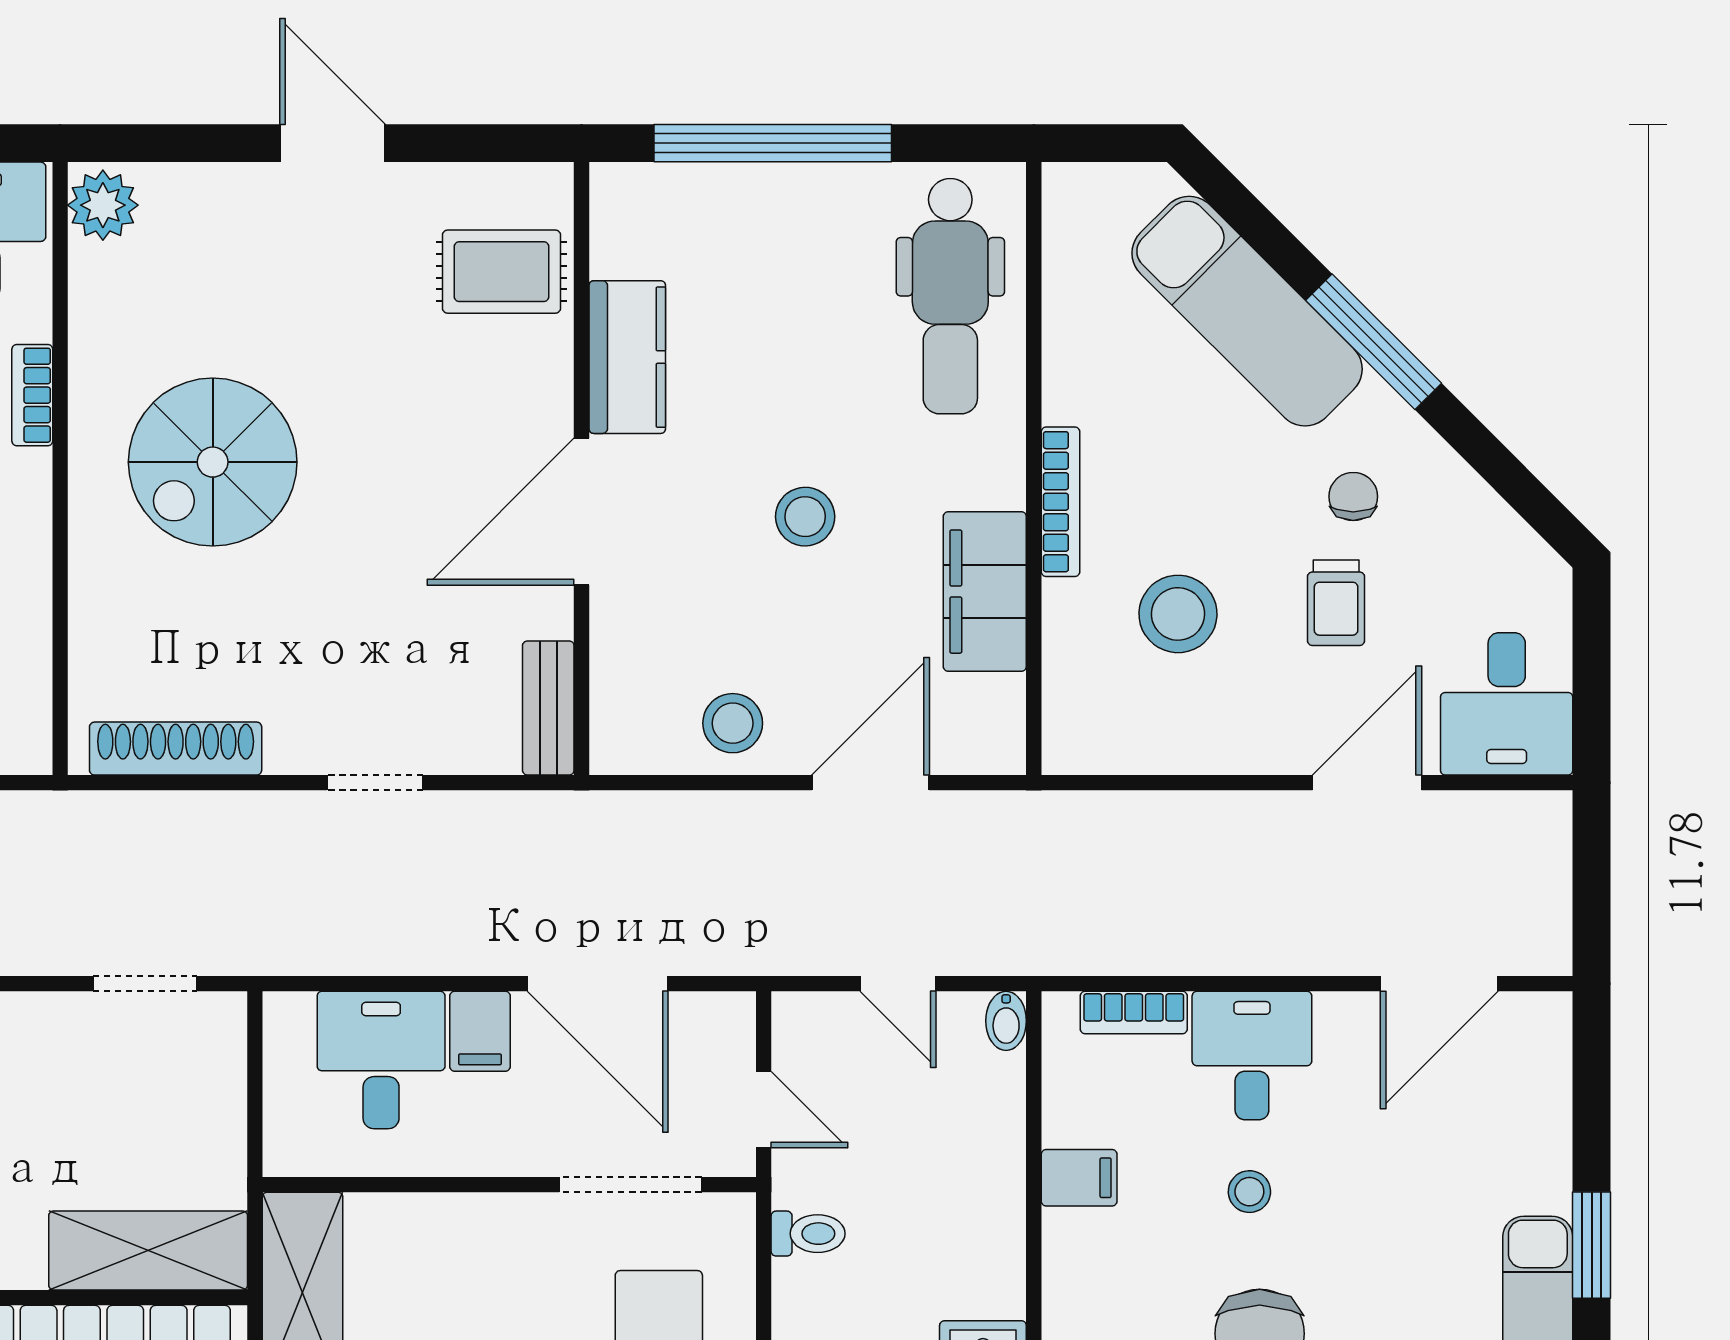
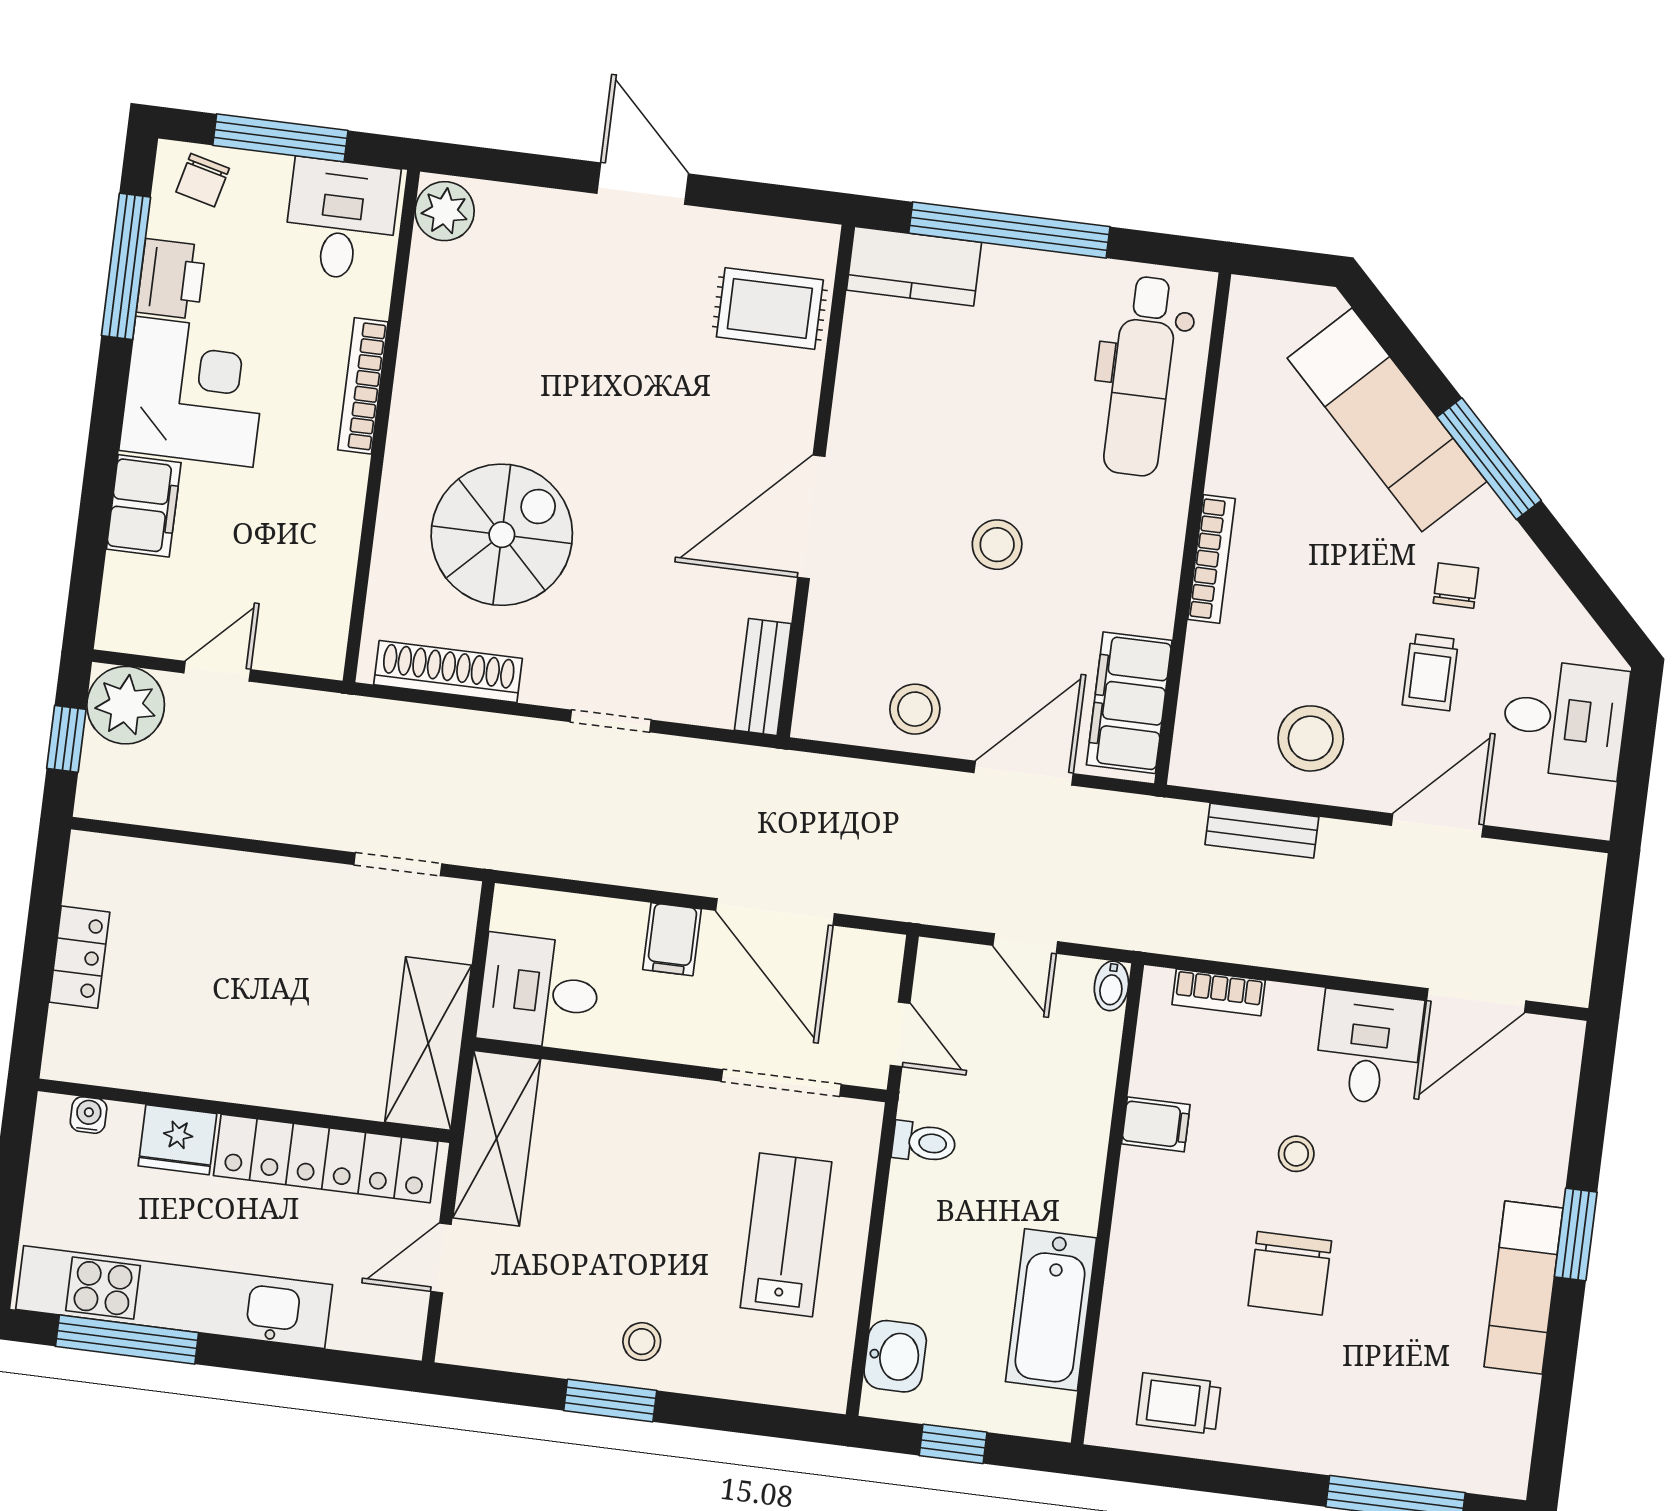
kitchen counter: (627, 357) -> (914, 266), moved, turned 90
bookcase: (32, 395) -> (363, 386), width x1.56
spiral stairs: (213, 462) -> (502, 535), moved, turned 180
filing cabinet: (985, 592) -> (1129, 703), moved
stool: (1178, 614) -> (1311, 738), moved
desk: (1507, 704) -> (1565, 719), moved, turned -90
bench: (1161, 815) -> (1262, 831), added
desk: (1252, 1056) -> (1369, 1048), moved
desk: (381, 1060) -> (539, 992), moved, turned -90
shelving: (148, 1250) -> (428, 1044), moved, turned 90

